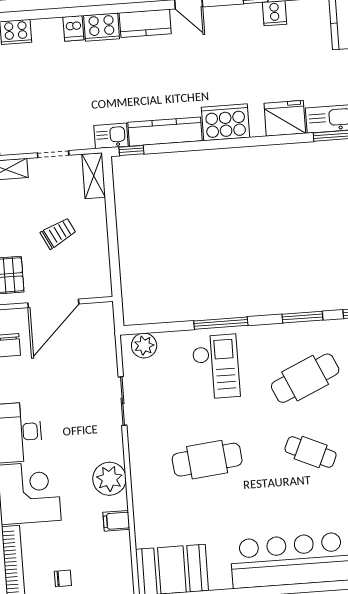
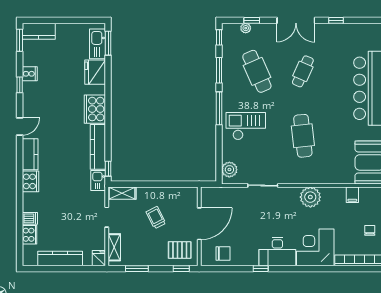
dishwasher: (73, 28) -> (30, 218), moved
door: (53, 303) -> (199, 224), hinge flipped
window: (221, 323) -> (219, 108), moved
filing cabinet: (116, 521) -> (352, 195), moved

